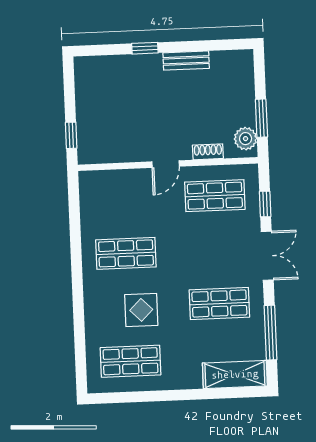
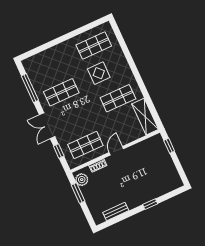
bench: (186, 61) -> (116, 212), moved
shelving: (235, 374) -> (145, 117), moved, turned 90

